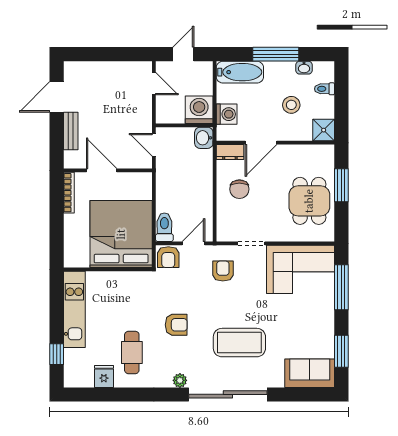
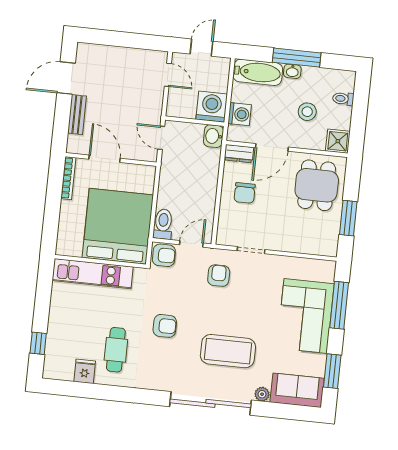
washbasin: (304, 68) -> (292, 71), moved
window: (341, 185) -> (348, 218), moved
dining table: (309, 201) -> (317, 185), moved
armchair: (168, 257) -> (164, 255), turned -90
corner sofa: (301, 269) -> (306, 316), moved, turned 90
kitchen unit: (74, 309) -> (93, 274), moved, turned 90
plant: (180, 380) -> (262, 394), moved

